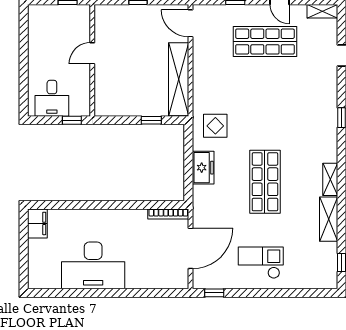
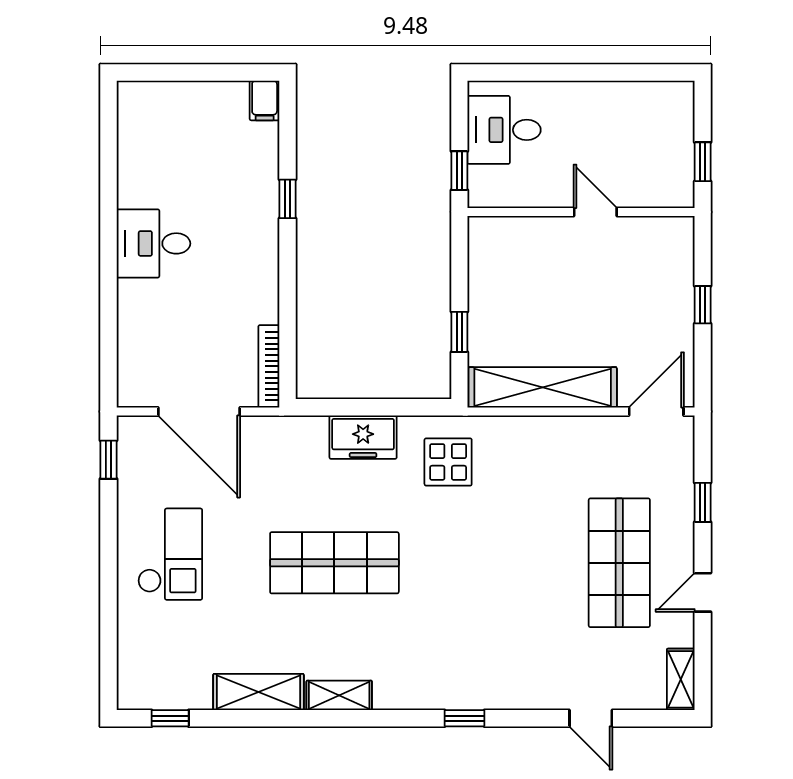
window: (86, 205) -> (287, 199), added
filing cabinet: (37, 223) -> (265, 100), width x0.50
desk: (93, 265) -> (153, 243), width x0.53, depth x0.77

